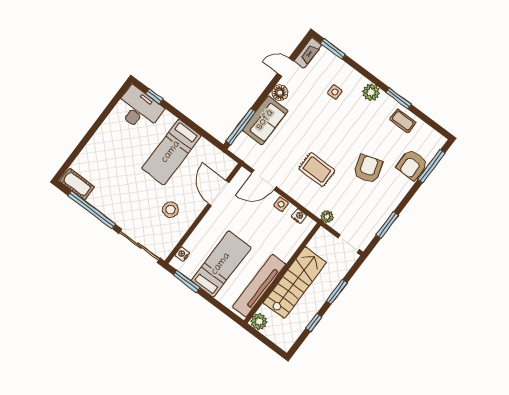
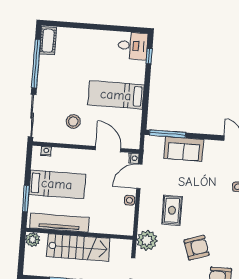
floor lamp: (280, 93) -> (211, 147), removed
desk: (139, 109) -> (133, 46), width x0.73
door: (264, 180) -> (139, 176), hinge flipped
door: (219, 193) -> (108, 149), hinge flipped
nightstand: (299, 216) -> (134, 158), moved
plant: (327, 217) -> (147, 240), width x1.88, depth x1.88
window: (187, 281) -> (26, 199), moved

